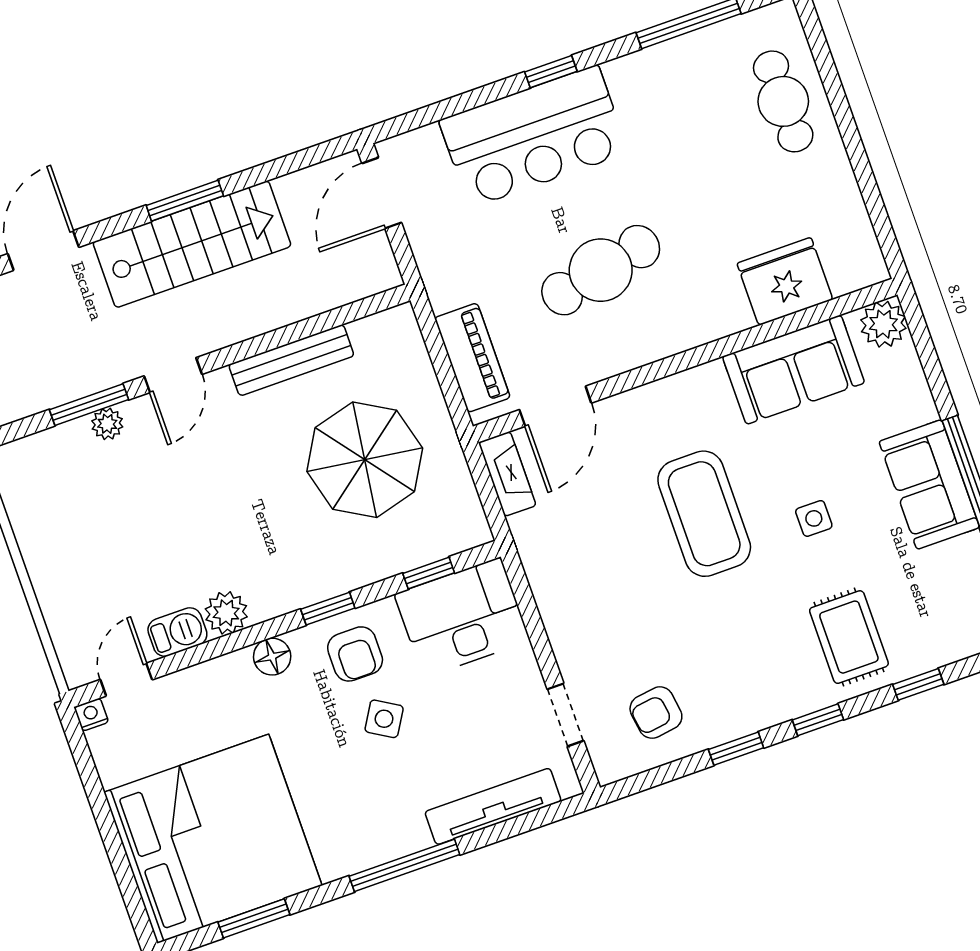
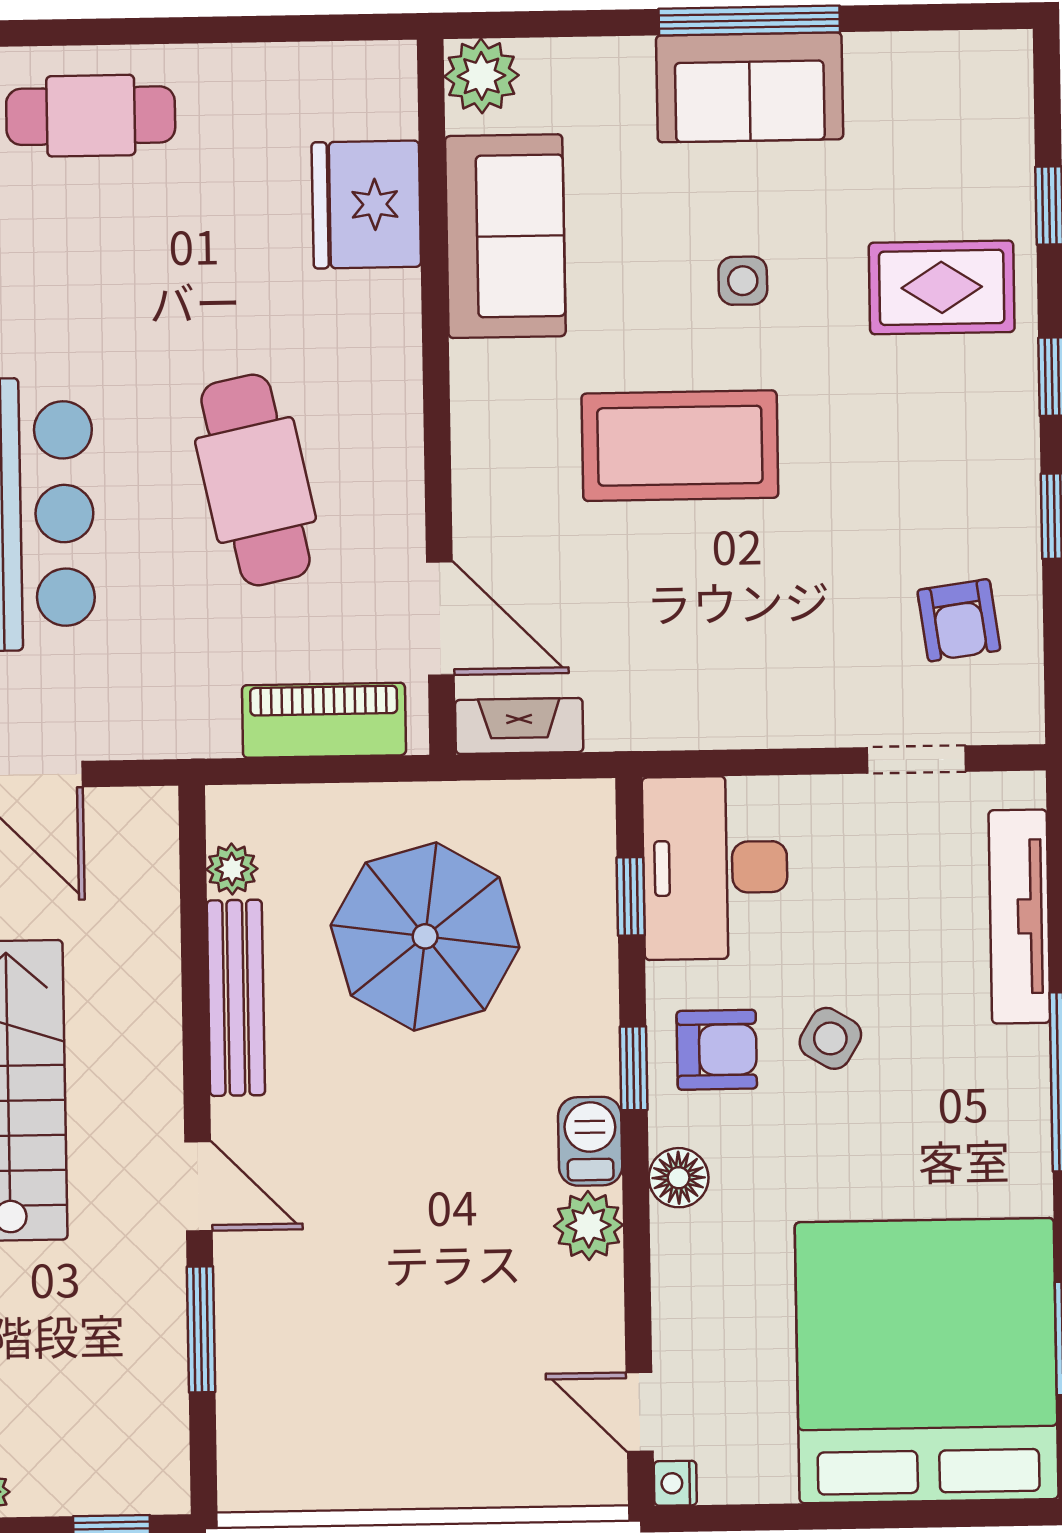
plant: (107, 424) -> (232, 869), moved
barbecue: (177, 632) -> (590, 1141), moved

